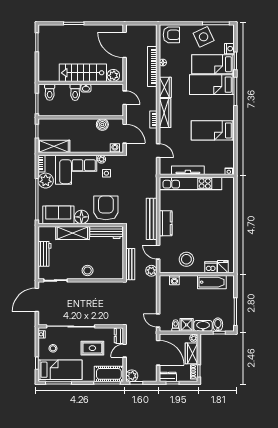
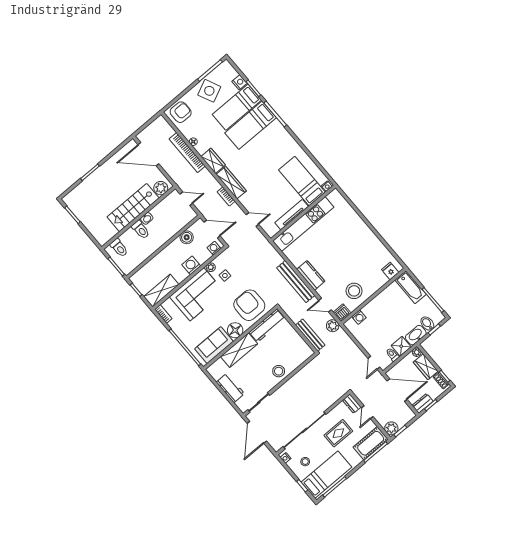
bed: (213, 130) -> (302, 181), moved, turned 90
washing machine: (89, 147) -> (191, 265), added
plant: (46, 181) -> (179, 325), removed
dishwasher: (211, 267) -> (342, 313), moved
bathtub: (212, 282) -> (410, 287), moved, turned 90
door: (158, 321) -> (374, 363), hinge flipped

